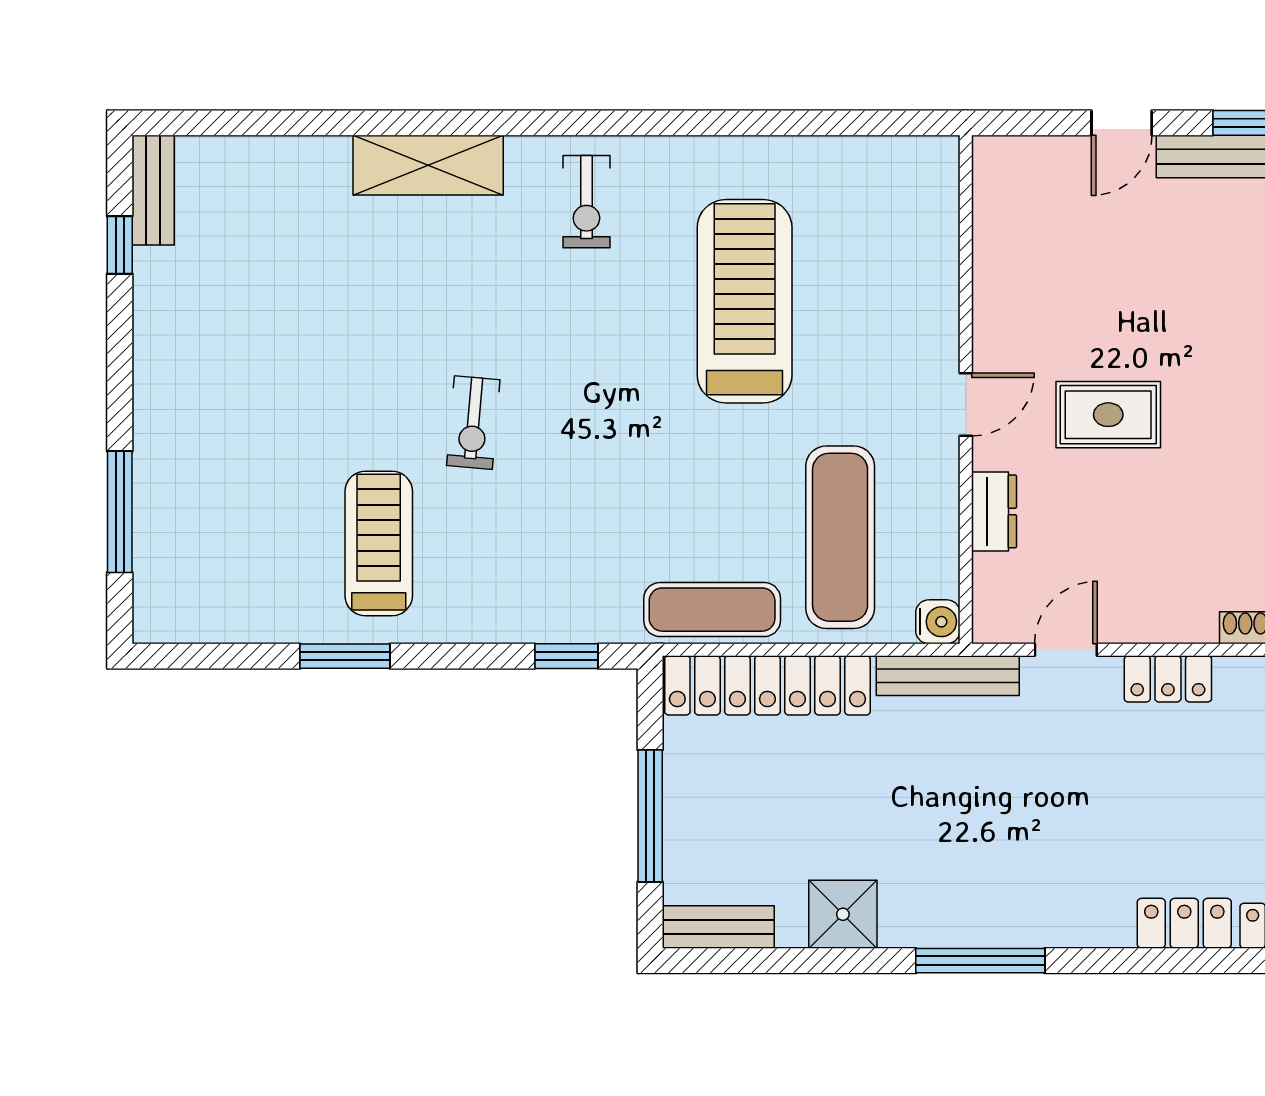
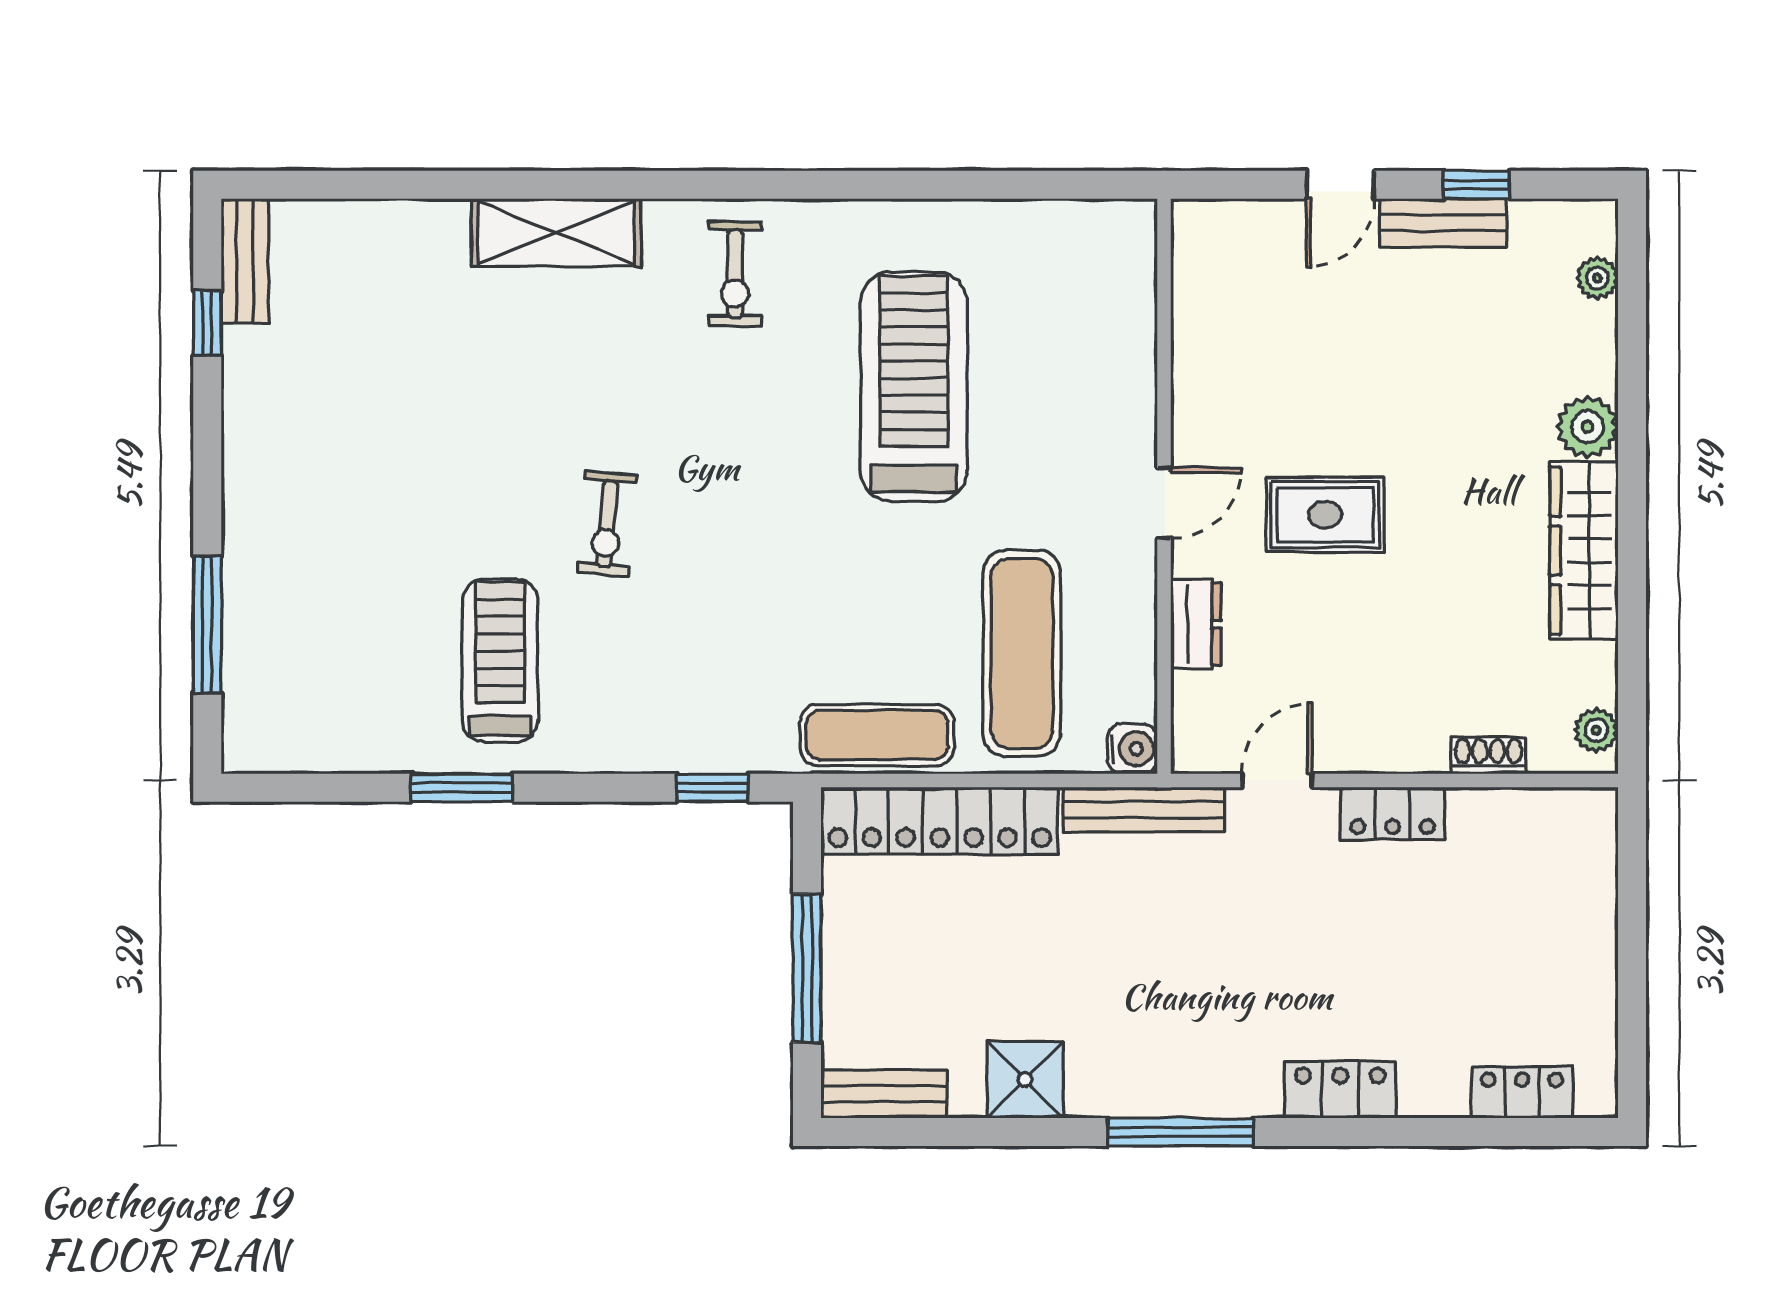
locker: (1184, 923) -> (1340, 1090), moved

